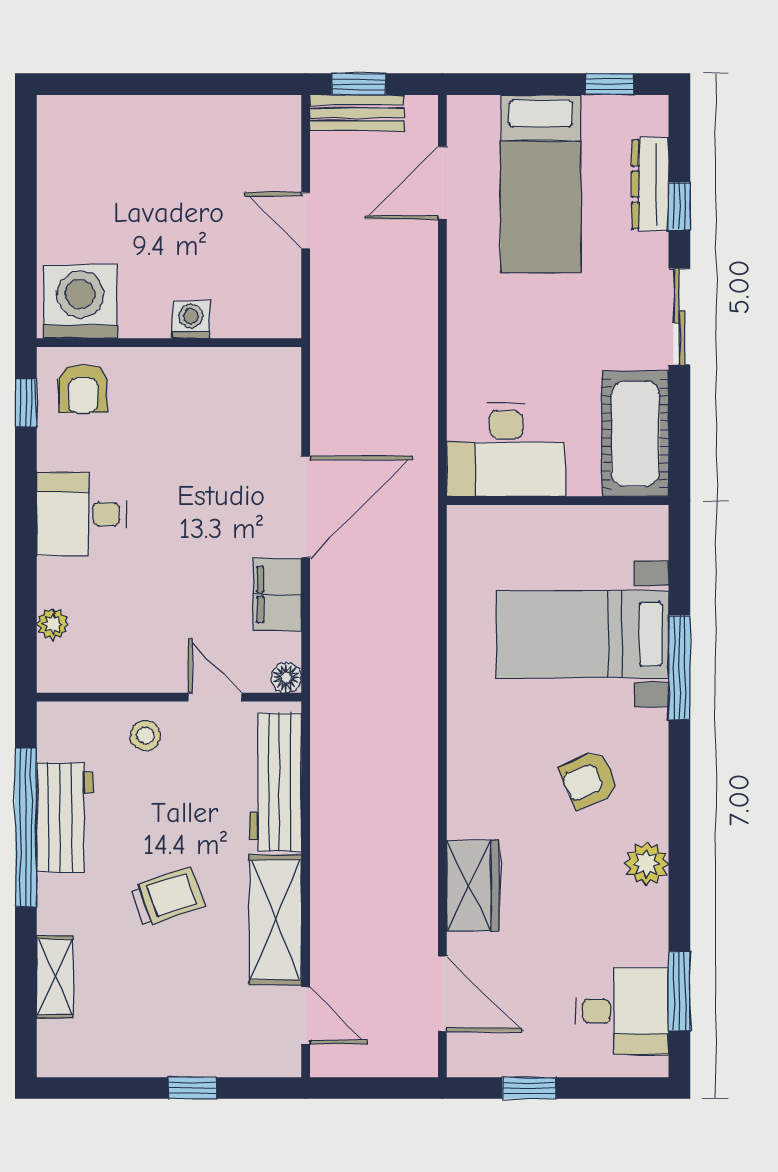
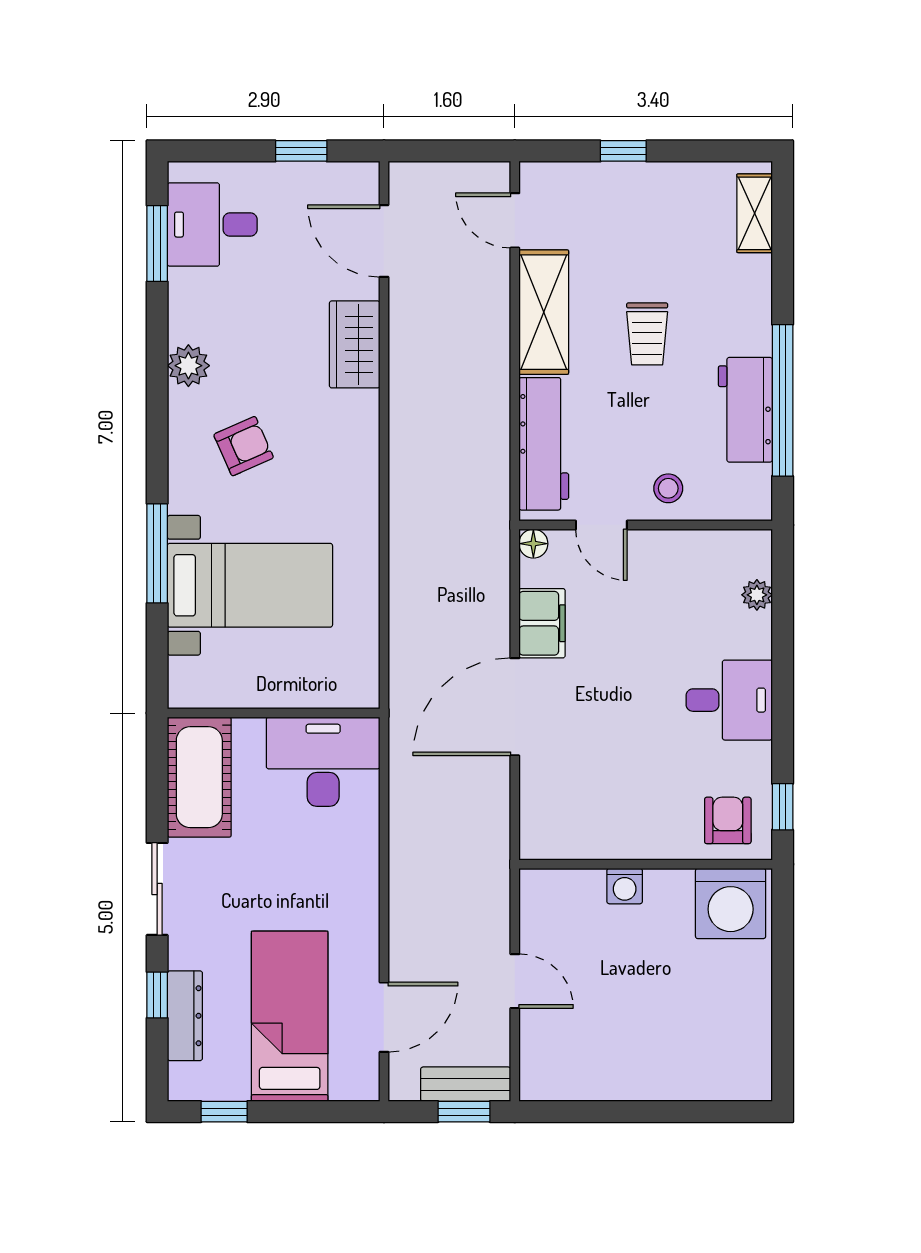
trolley: (167, 897) -> (647, 334), turned -71
shelving: (55, 977) -> (755, 213), moved

